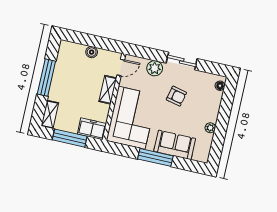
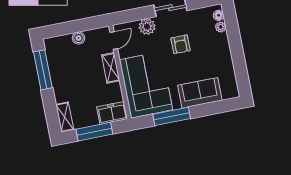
window: (46, 78) -> (43, 70), moved
armchair: (176, 96) -> (180, 44), turned 77
plant: (210, 128) -> (221, 27), moved
window: (155, 157) -> (172, 116), moved

